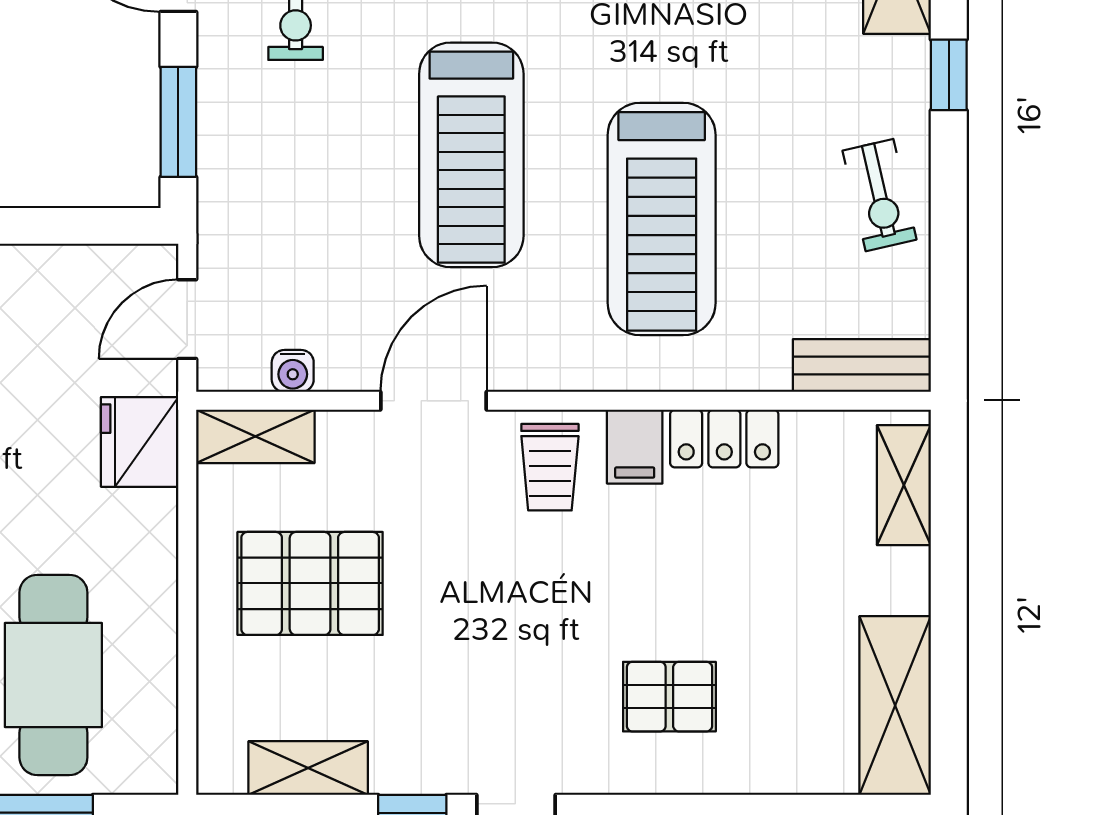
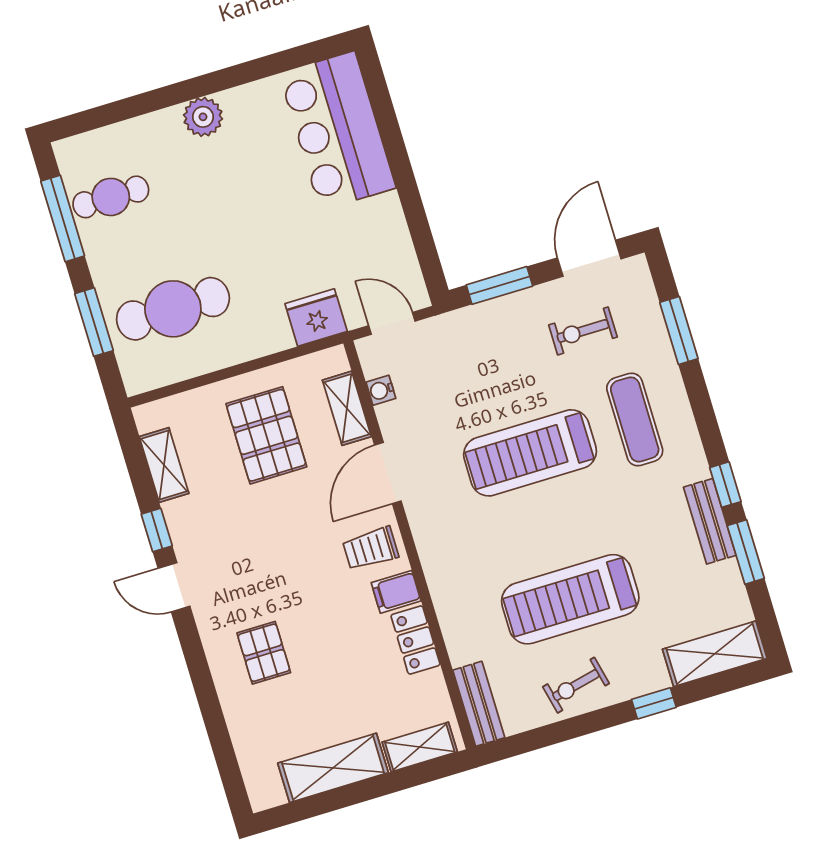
treadmill: (662, 219) -> (570, 599), moved
door: (433, 401) -> (388, 473), swing flipped
shelving: (255, 436) -> (347, 408), moved
shelving: (895, 705) -> (333, 768), moved

